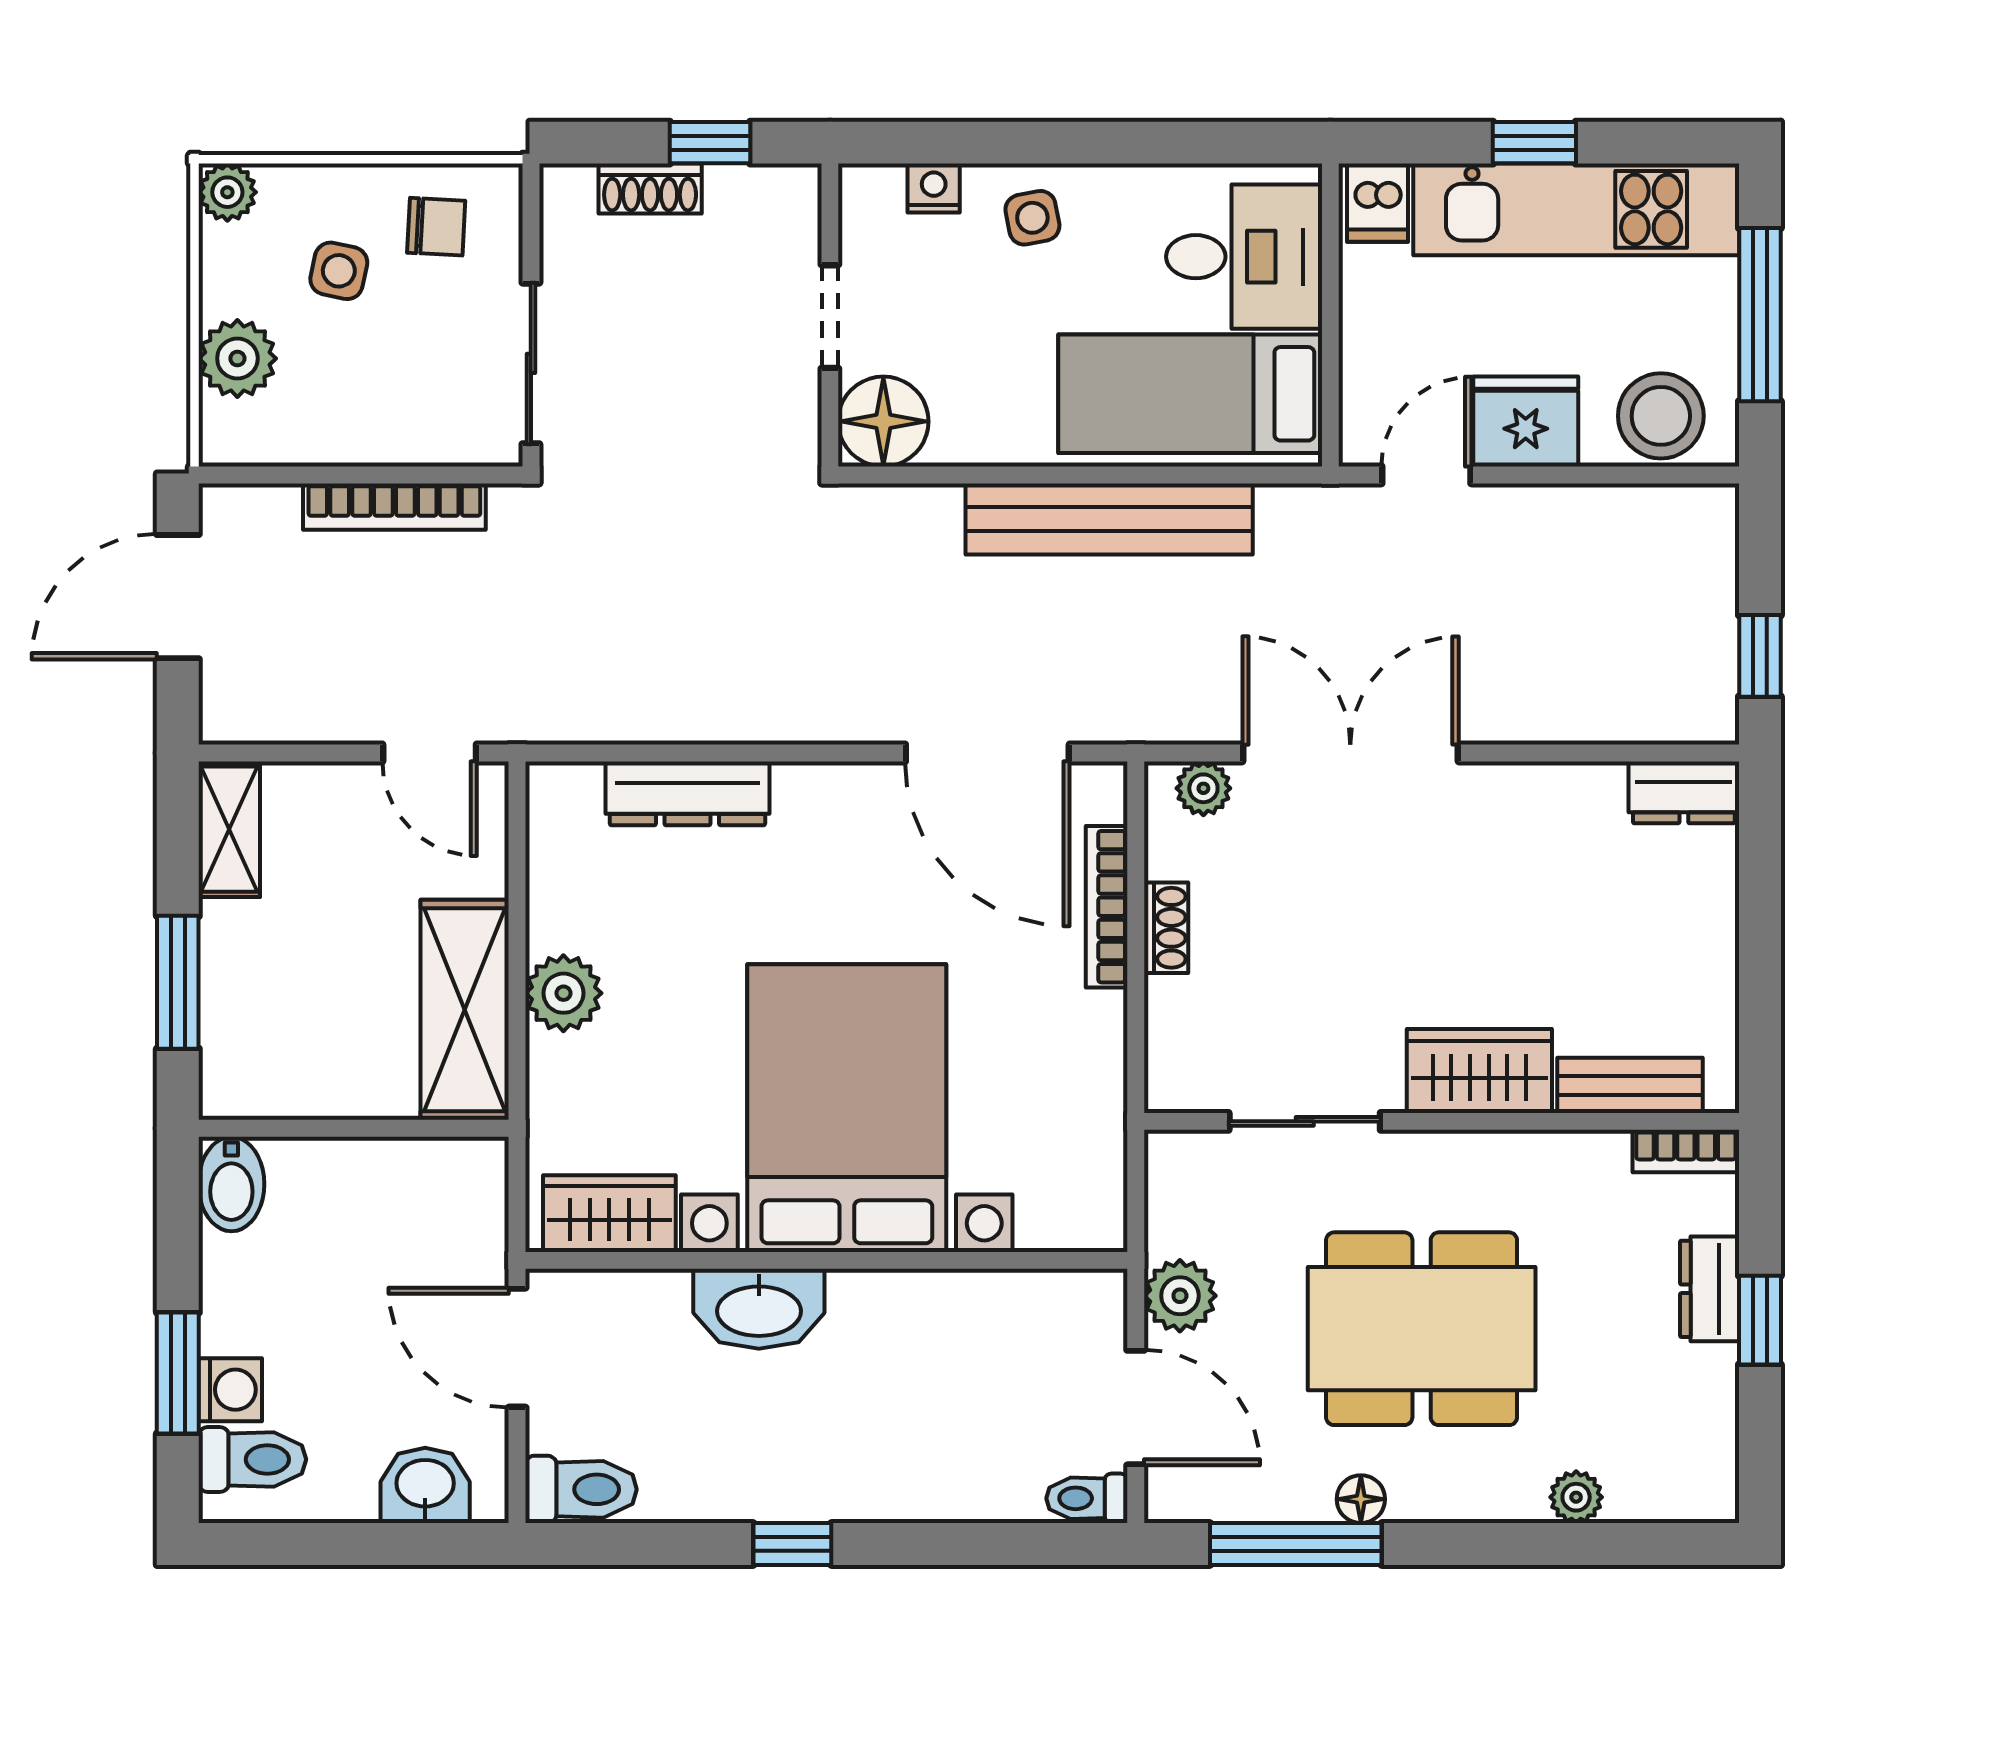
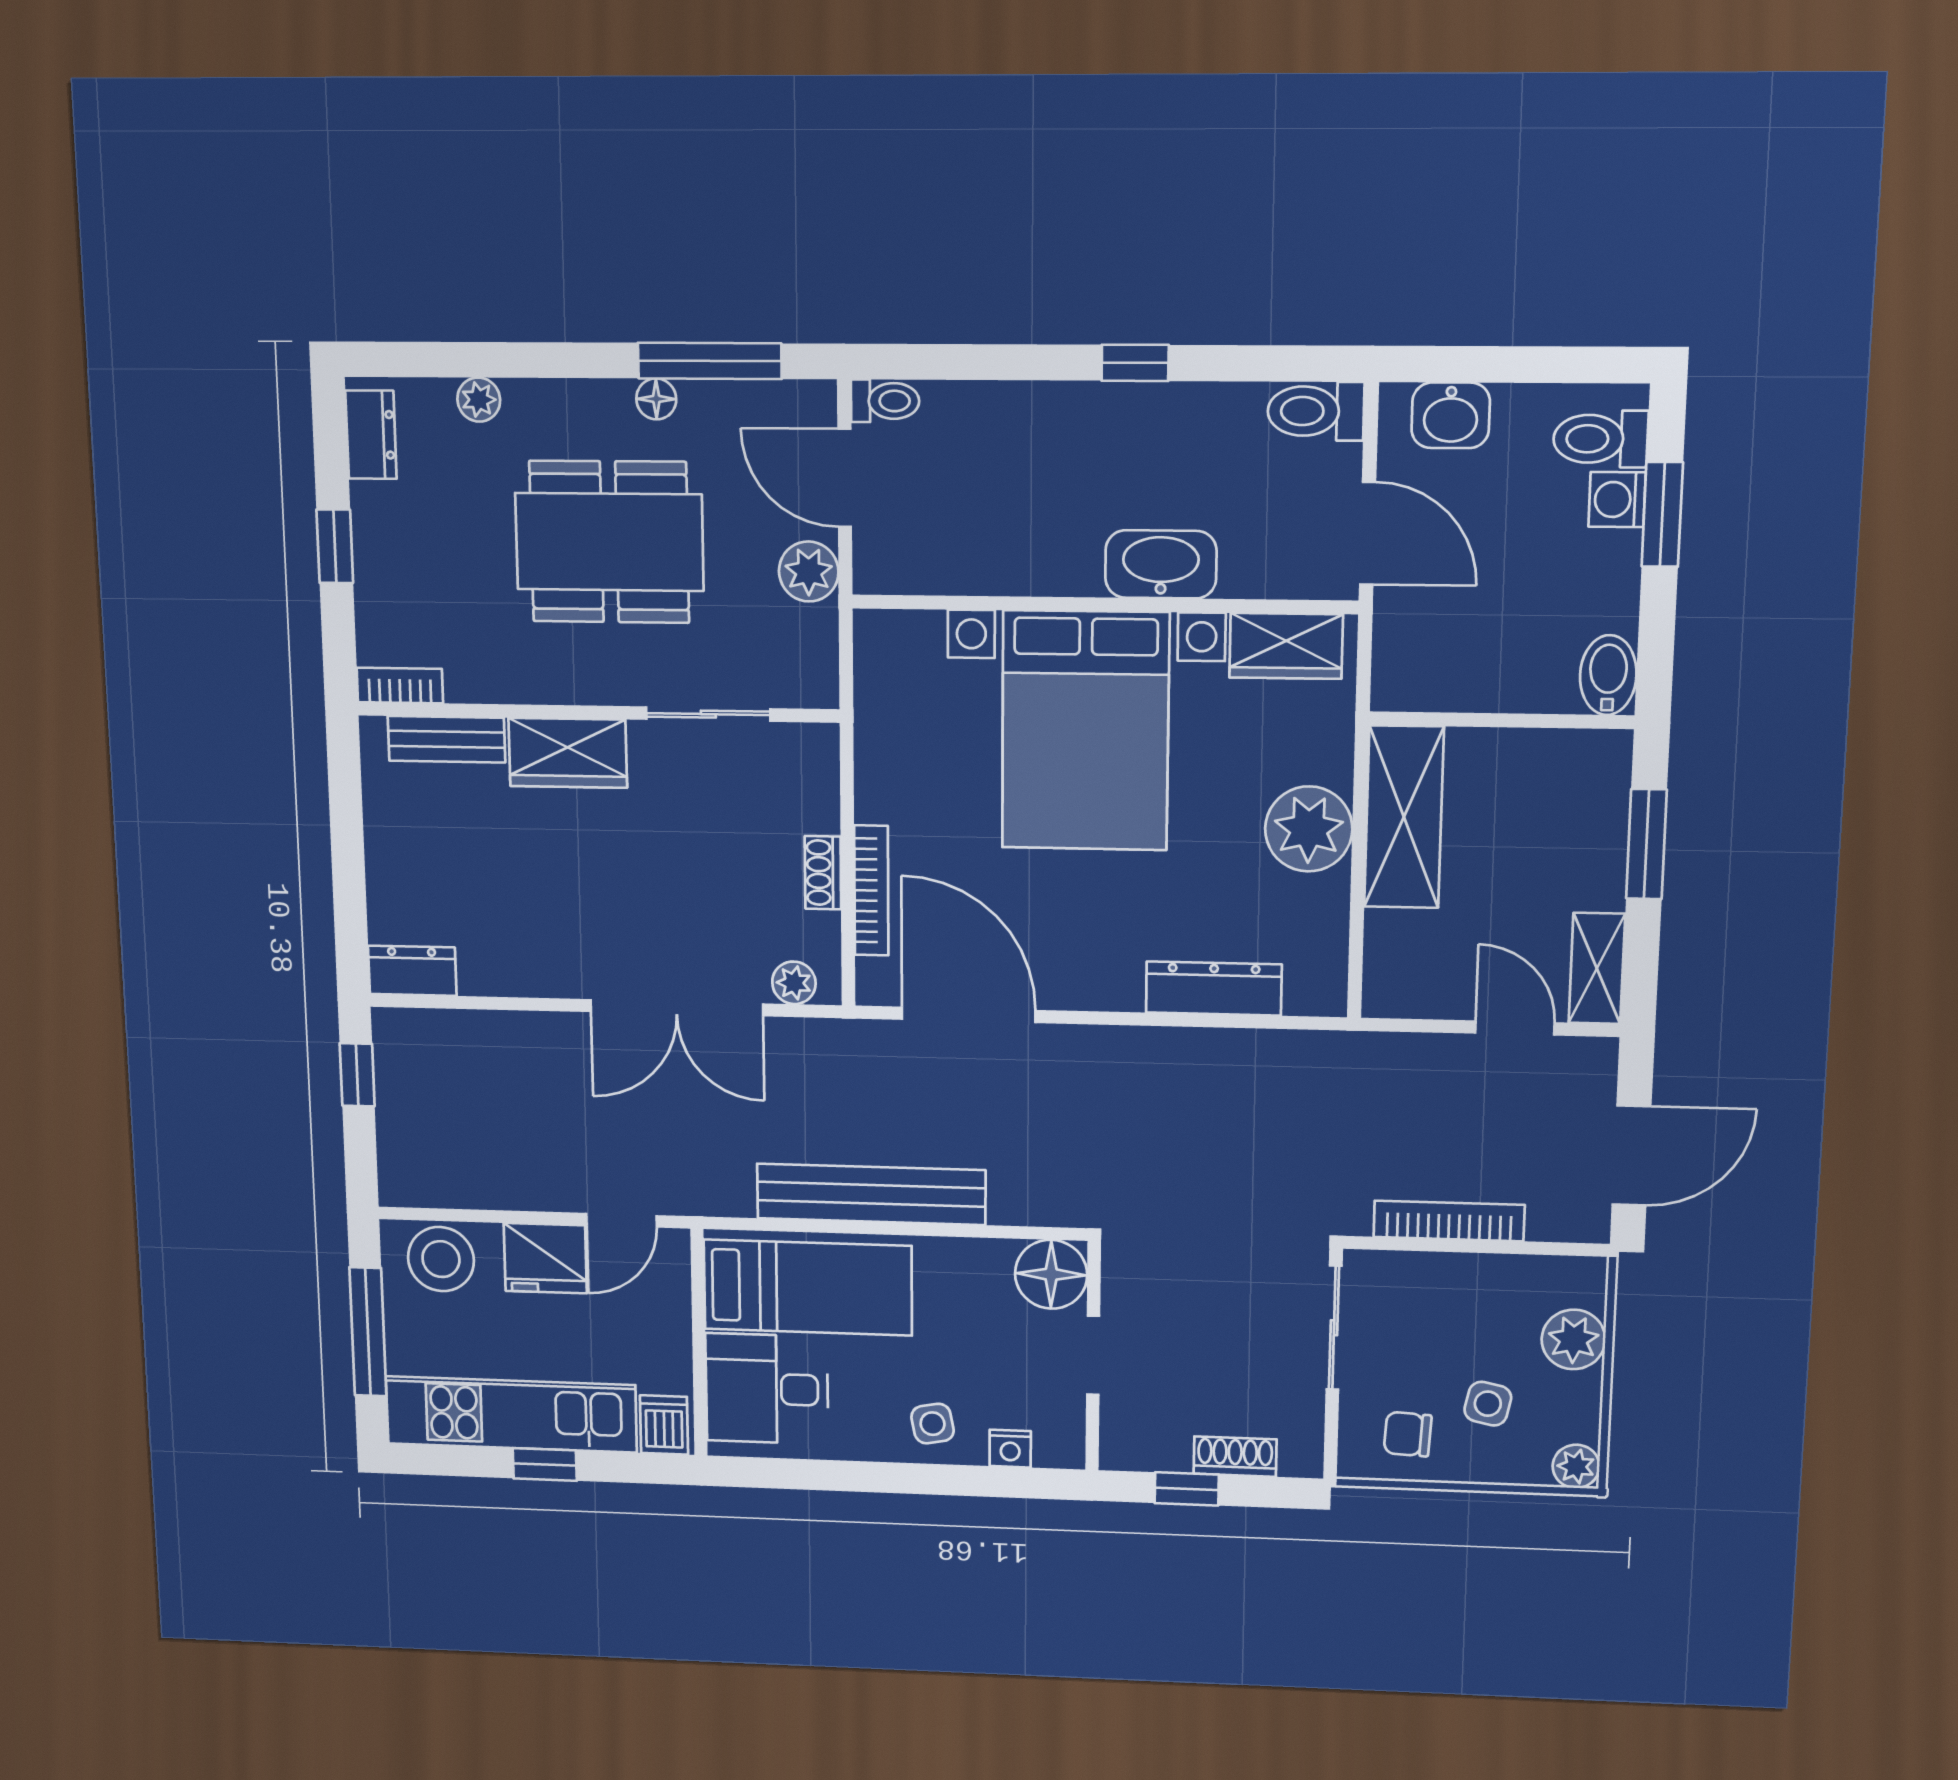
door: (430, 753) -> (1515, 1028), moved
plant: (563, 993) -> (1309, 829), width x1.36, depth x1.36
dresser: (1710, 1289) -> (371, 435), moved

